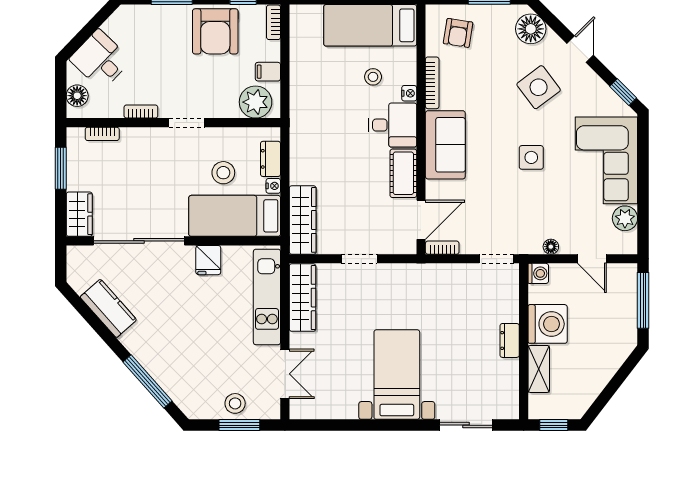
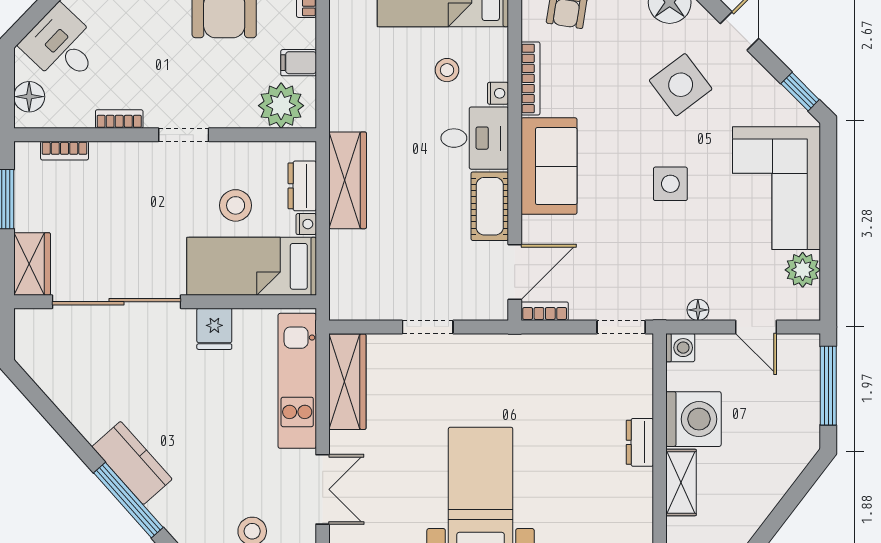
wardrobe: (303, 220) -> (348, 180), moved
kitchen counter: (108, 308) -> (132, 463), moved

